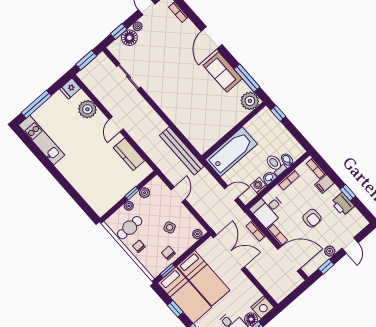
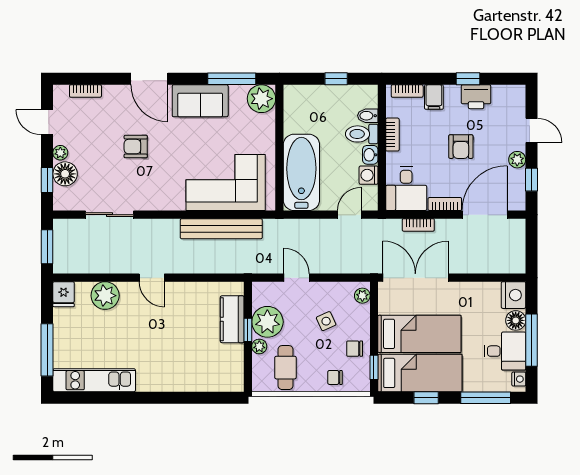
armchair: (173, 60) -> (136, 147), added
window: (278, 113) -> (336, 79), moved
corner sofa: (194, 119) -> (226, 182), added
bench: (182, 151) -> (221, 229), moved
kitchen counter: (129, 154) -> (232, 319), moved, turned 90
plant: (145, 193) -> (267, 322), width x1.87, depth x1.87
armchair: (312, 218) -> (461, 147), turned 90
chair: (139, 246) -> (335, 377), moved

